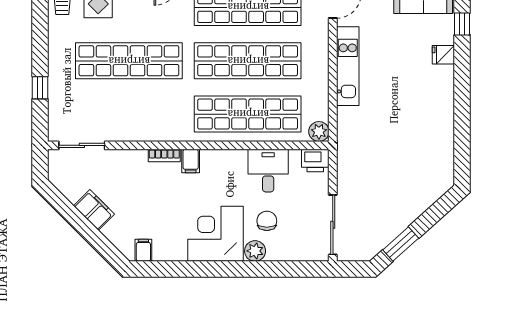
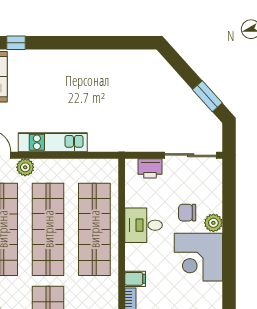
fridge: (443, 55) -> (43, 59), removed
plant: (319, 132) -> (25, 167), moved
printer: (315, 160) -> (150, 168), moved, turned 90
desk: (268, 171) -> (144, 225), moved

